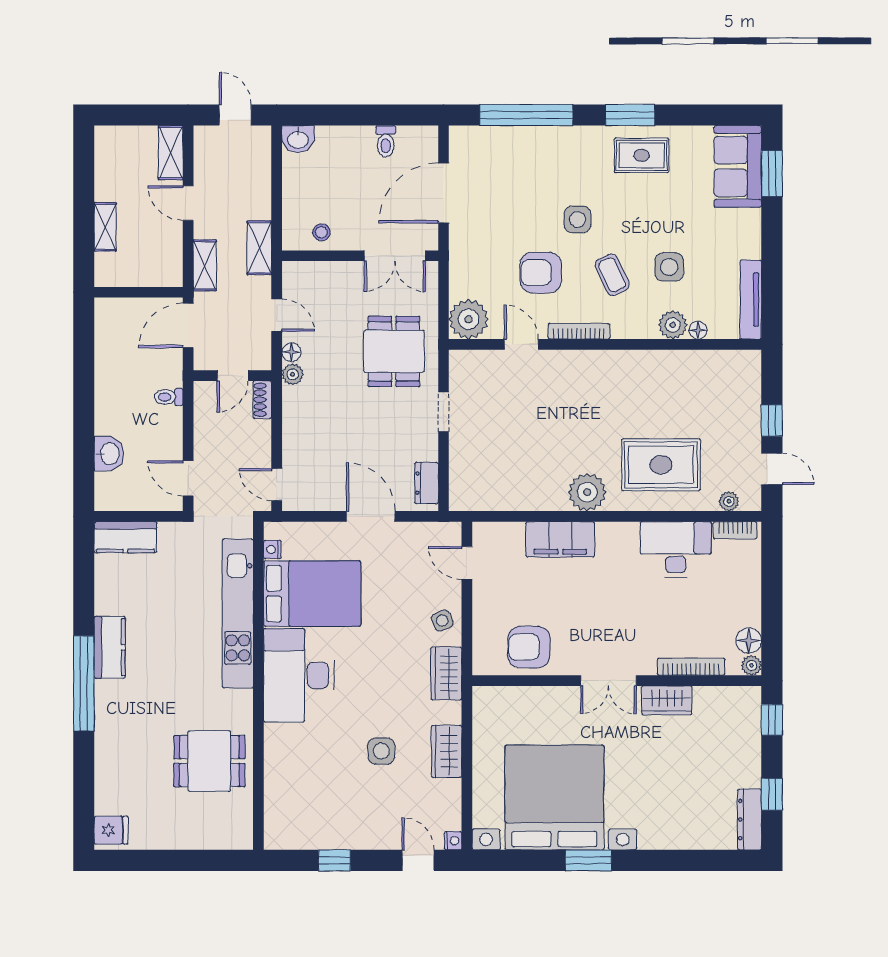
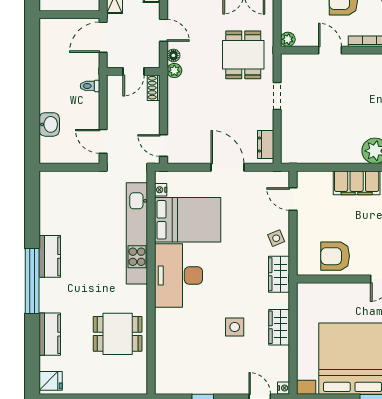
plant: (469, 319) -> (288, 39), width x0.53, depth x0.53
kitchen counter: (125, 537) -> (50, 334), moved, turned -90

